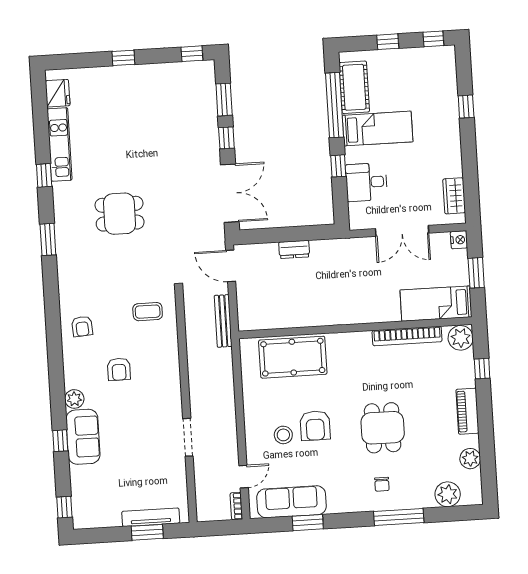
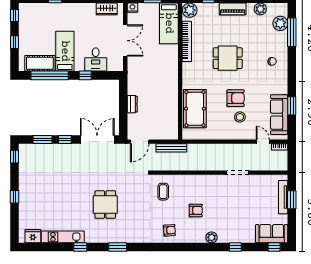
dining table: (383, 428) -> (228, 58), moved
sofa: (83, 437) -> (272, 234), moved
window: (399, 517) -> (292, 32), moved

